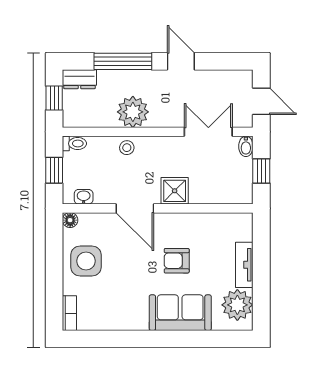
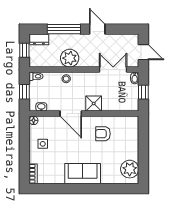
side table: (86, 261) -> (43, 144), width x0.54, depth x0.54
armchair: (177, 261) -> (103, 134), moved
tv unit: (244, 265) -> (134, 146), removed
sofa: (180, 313) -> (83, 174), moved

